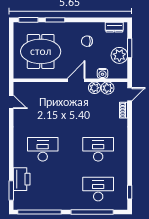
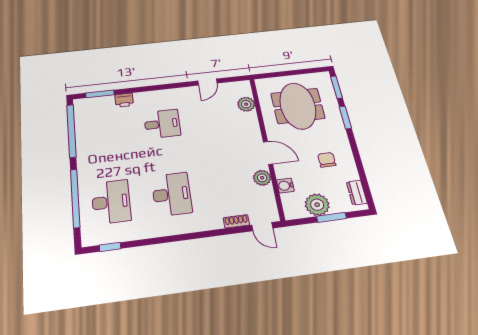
plant: (108, 88) -> (246, 104), moved
door: (11, 102) -> (207, 82), moved
desk: (43, 149) -> (162, 124), width x0.73
printer: (22, 179) -> (124, 100), width x0.53, depth x0.68

